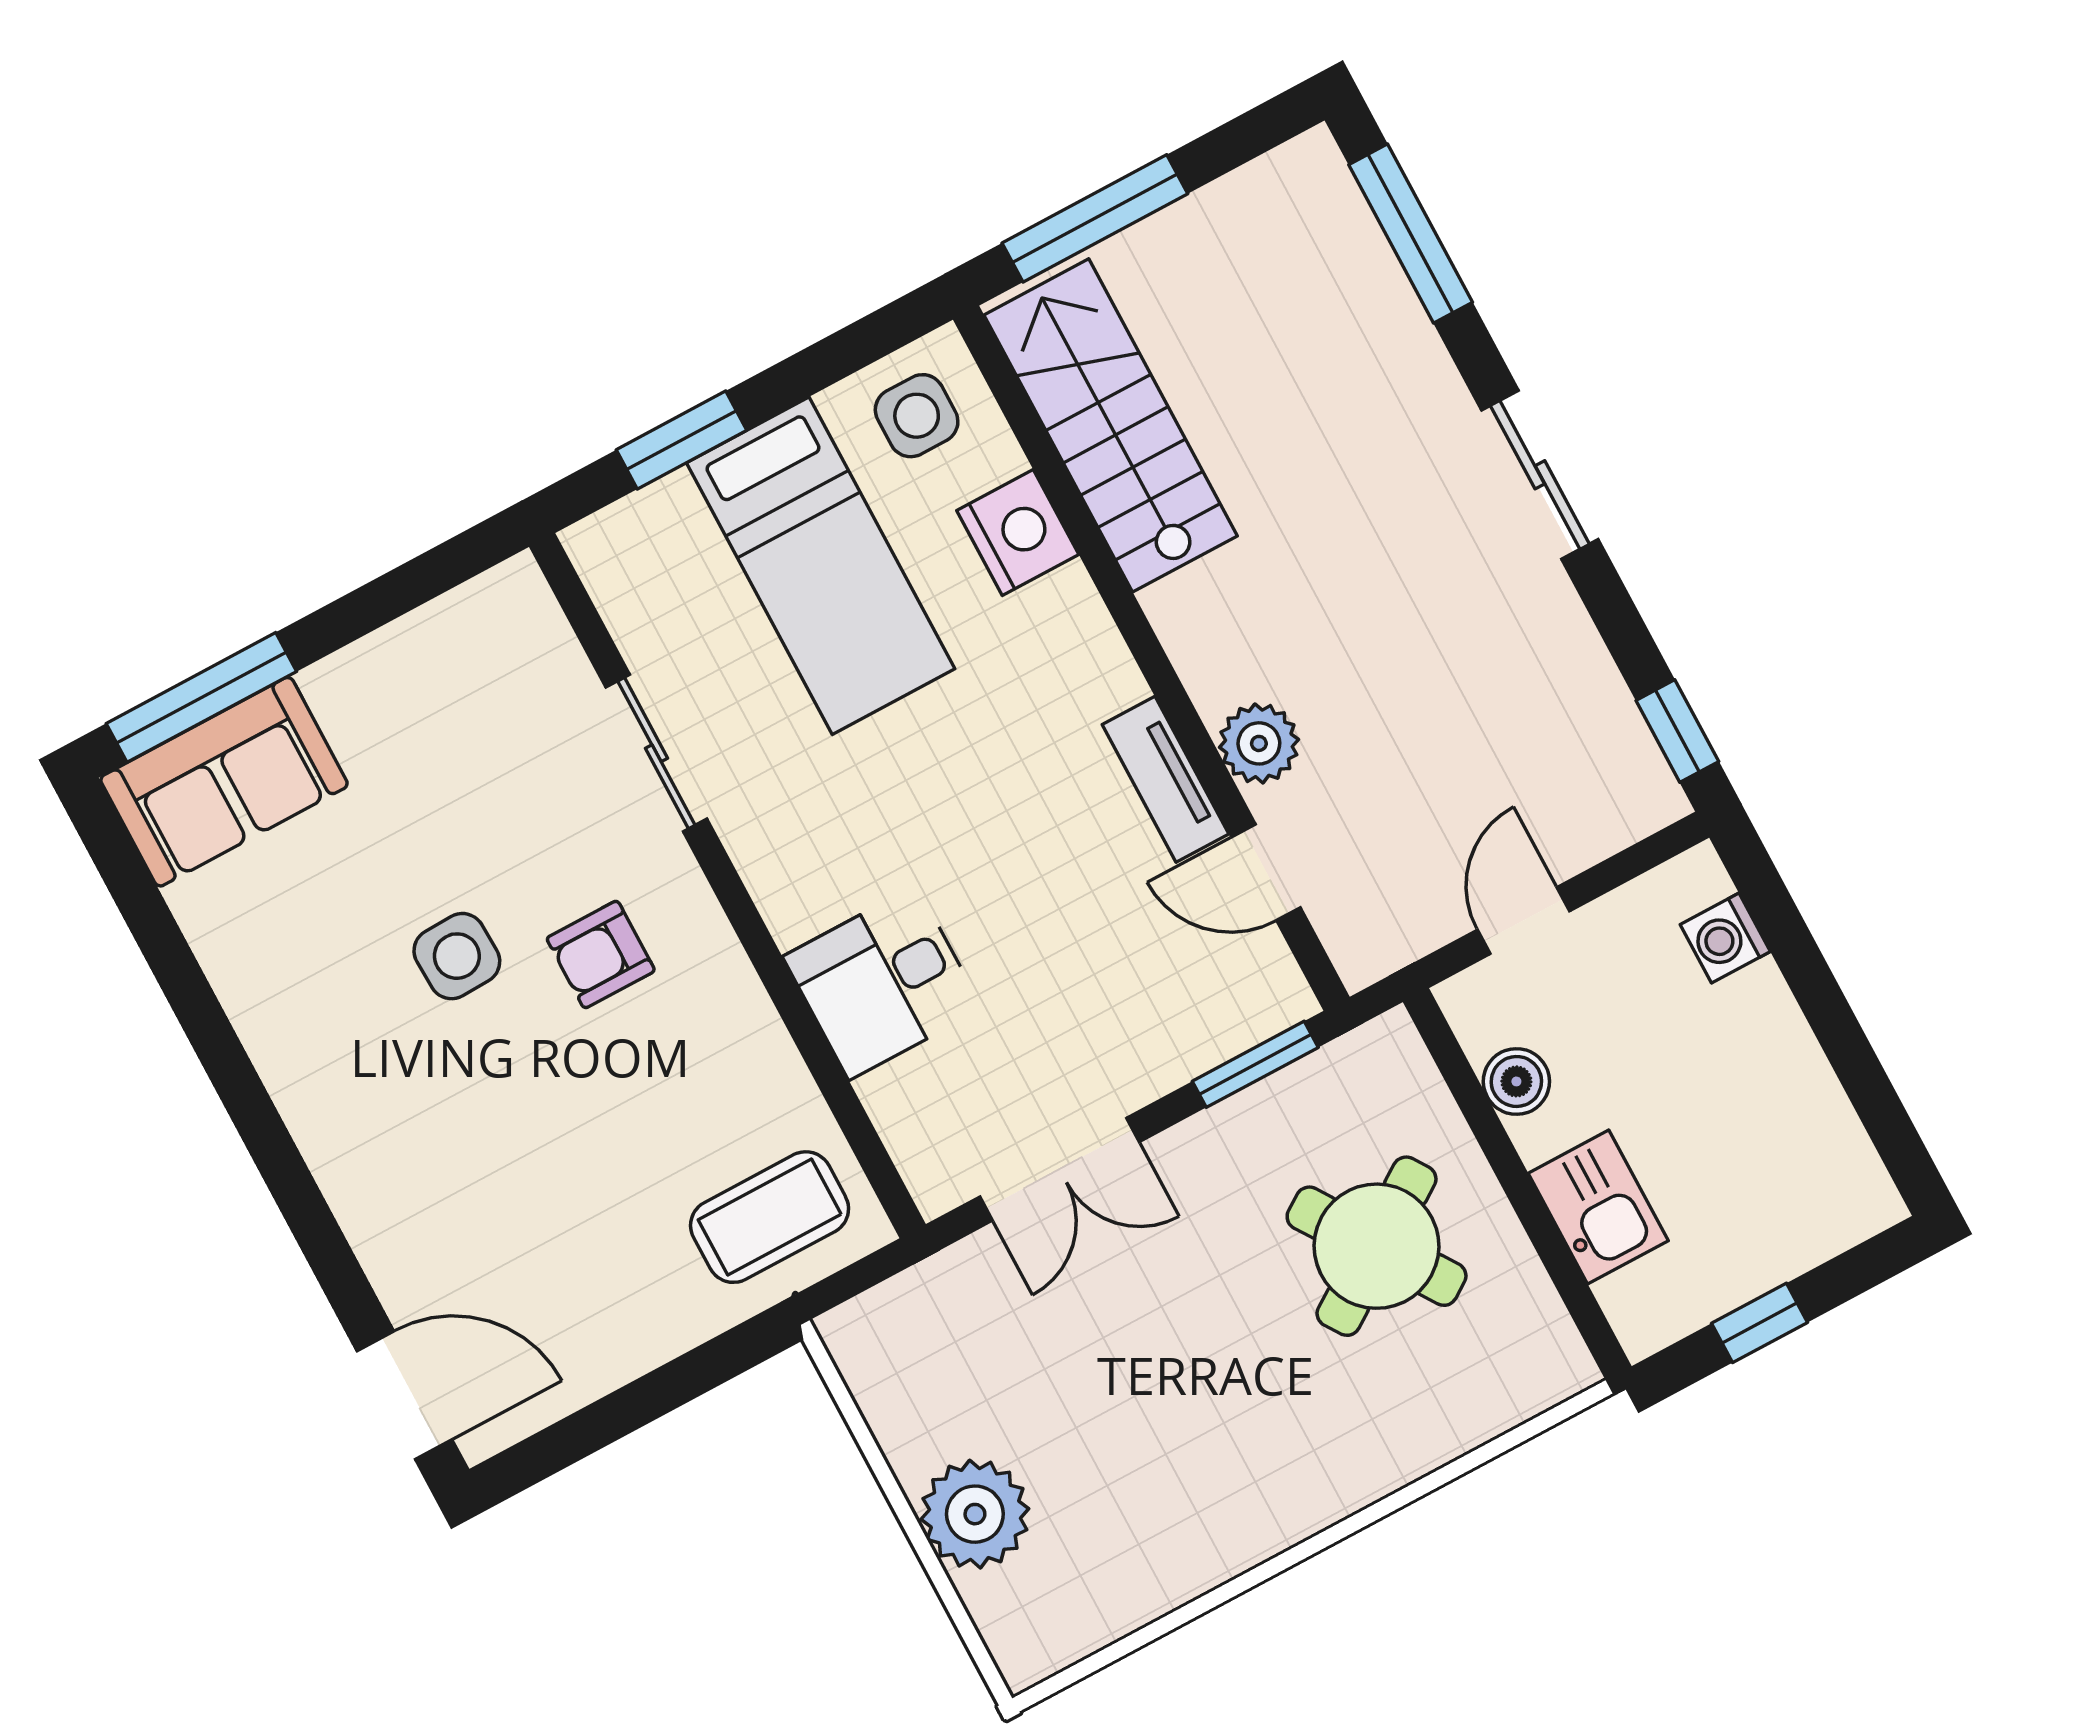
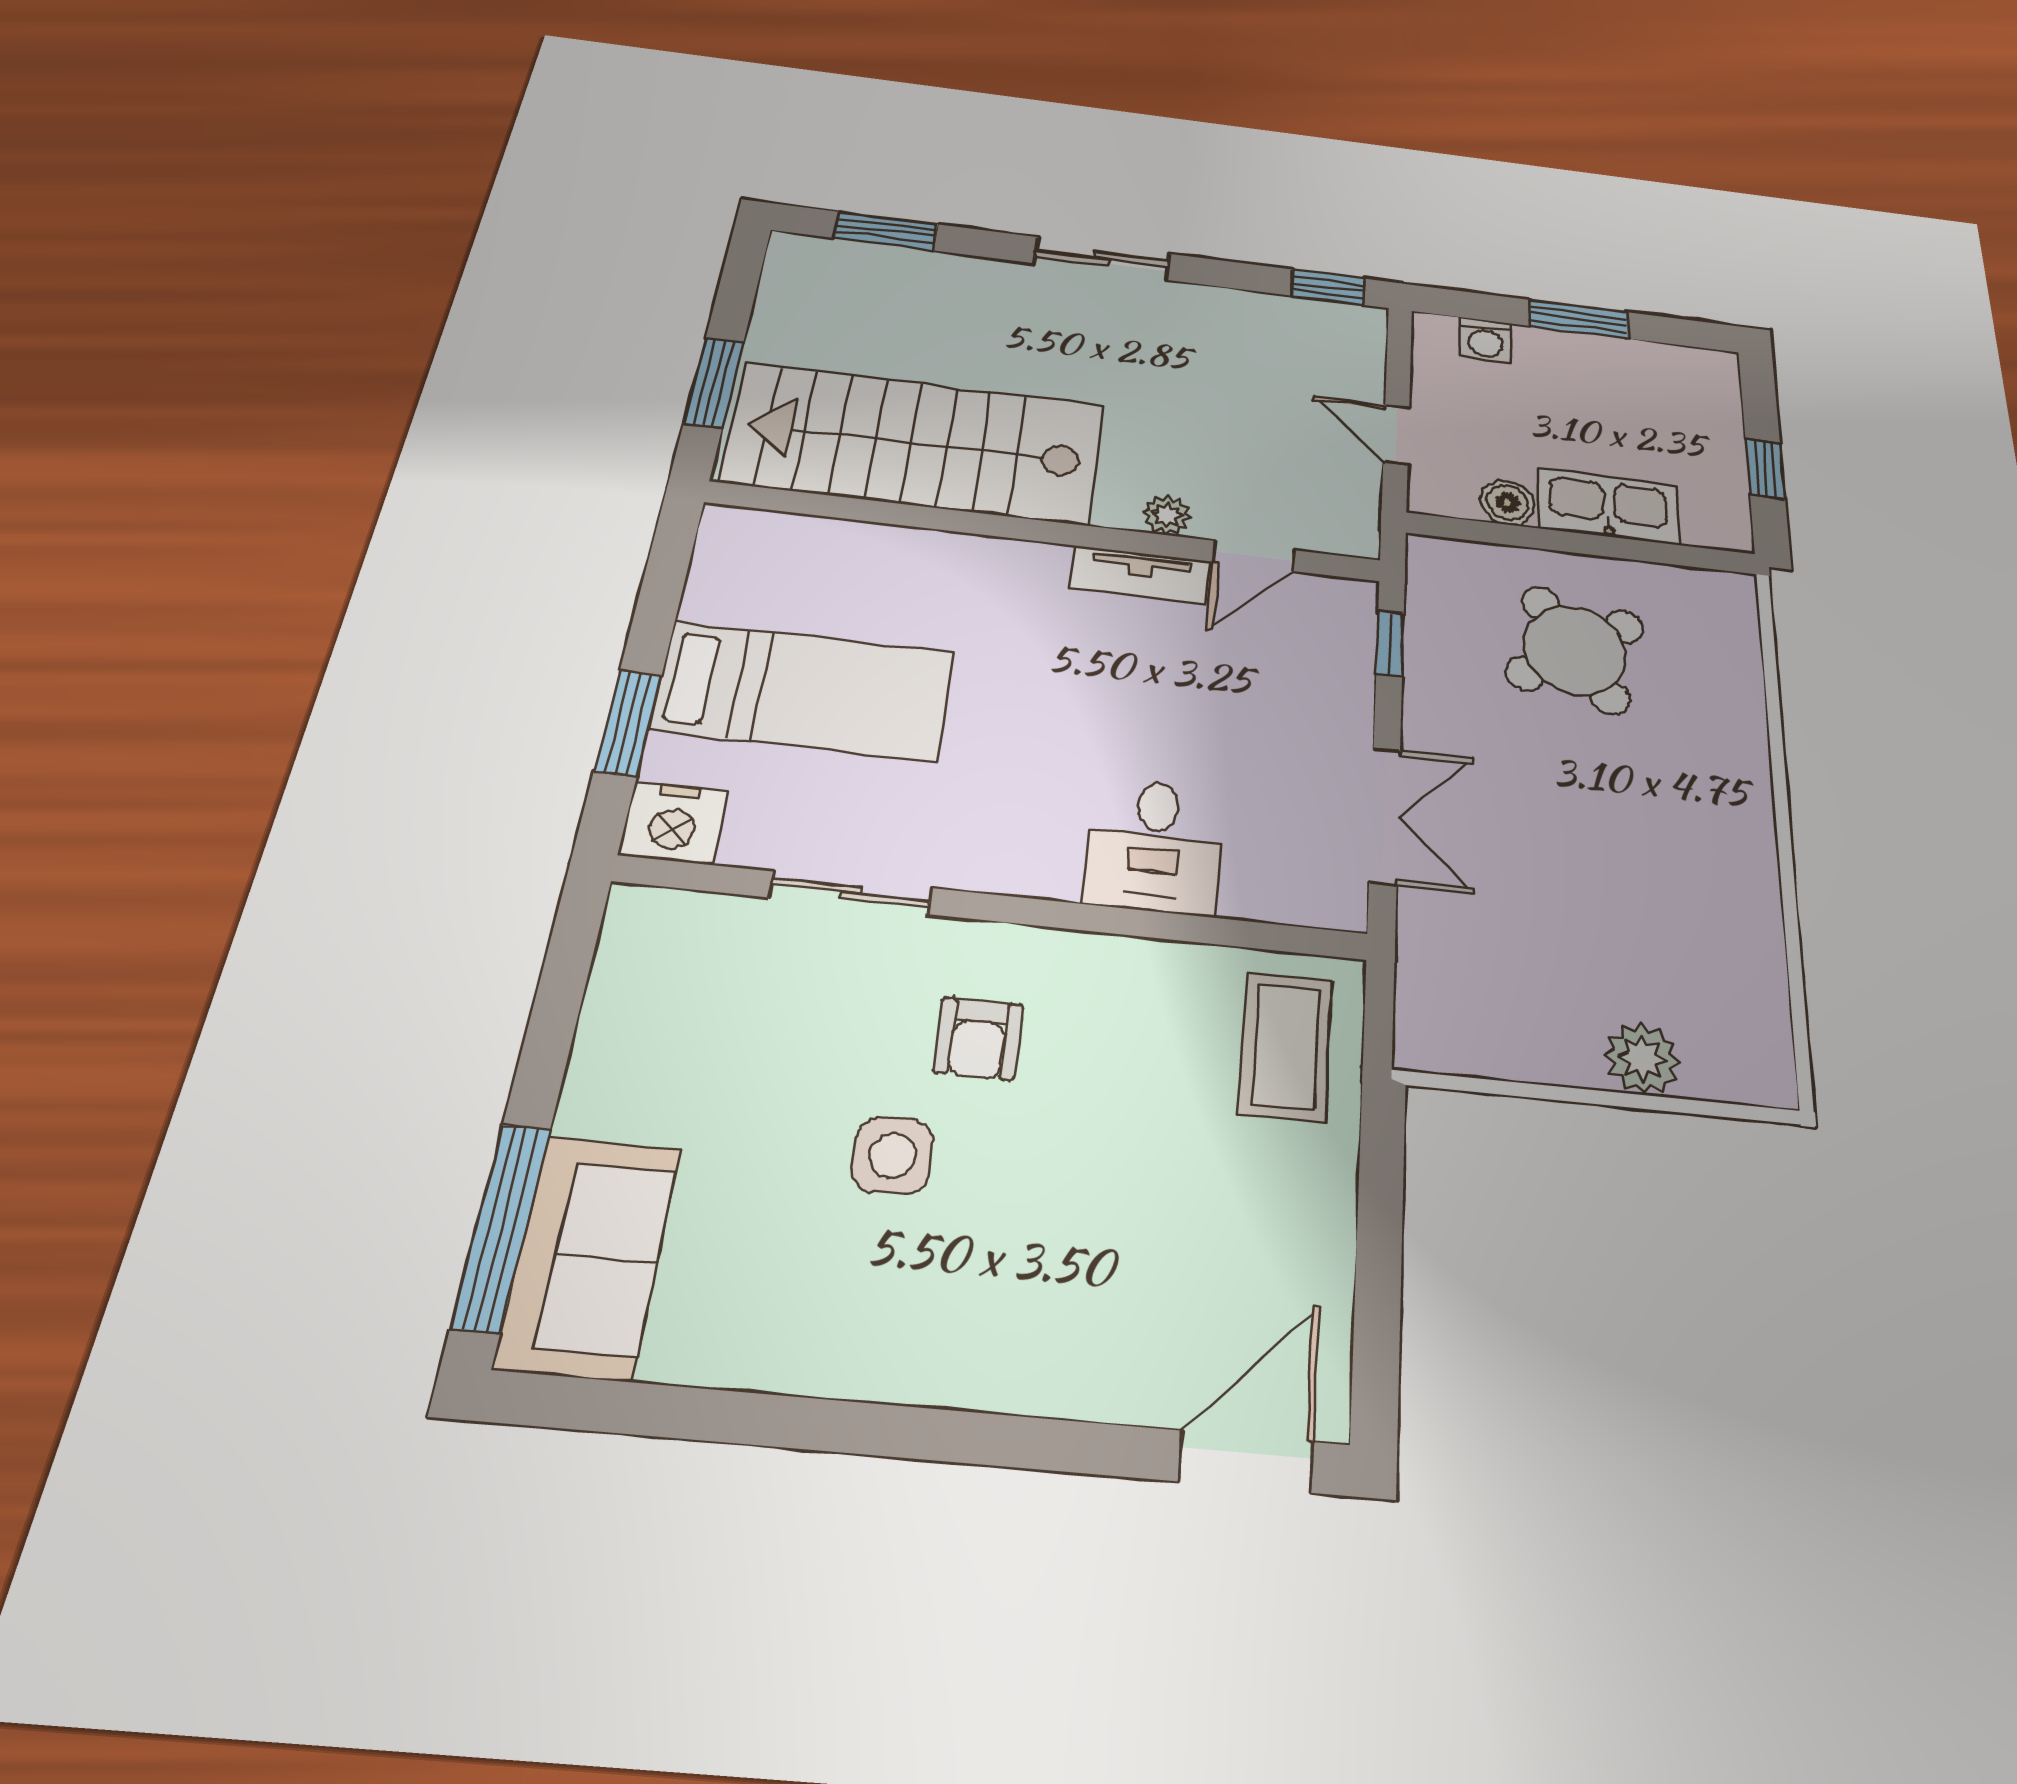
window: (1095, 218) -> (714, 382), width x0.69
window: (1411, 234) -> (886, 231), width x0.69
side table: (917, 416) -> (751, 564), removed
stairs: (1111, 425) -> (916, 443), width x1.36, depth x1.51
nightstand: (1018, 532) -> (673, 823), moved, turned 180
plant: (1259, 743) -> (1167, 515), width x0.73, depth x0.73
window: (1832, 1019) -> (1578, 319), added
window: (1255, 1064) -> (1390, 644), width x0.67
kitchen sink: (1598, 1207) -> (1609, 506), width x1.38
plant: (975, 1514) -> (1642, 1058), width x0.73, depth x0.73

